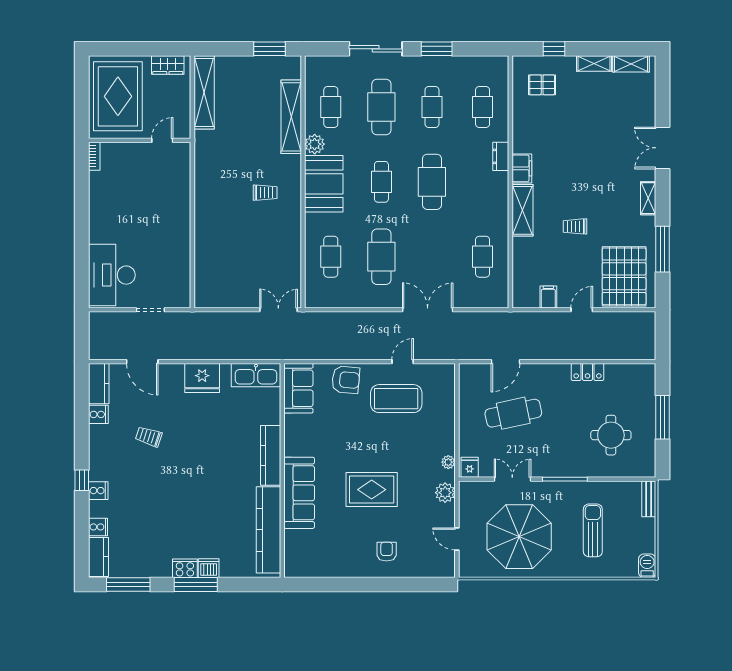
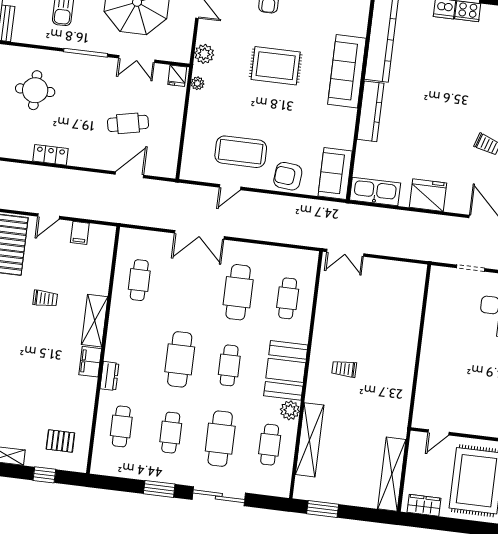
cafe table: (513, 413) -> (128, 123), width x0.73, depth x0.74

